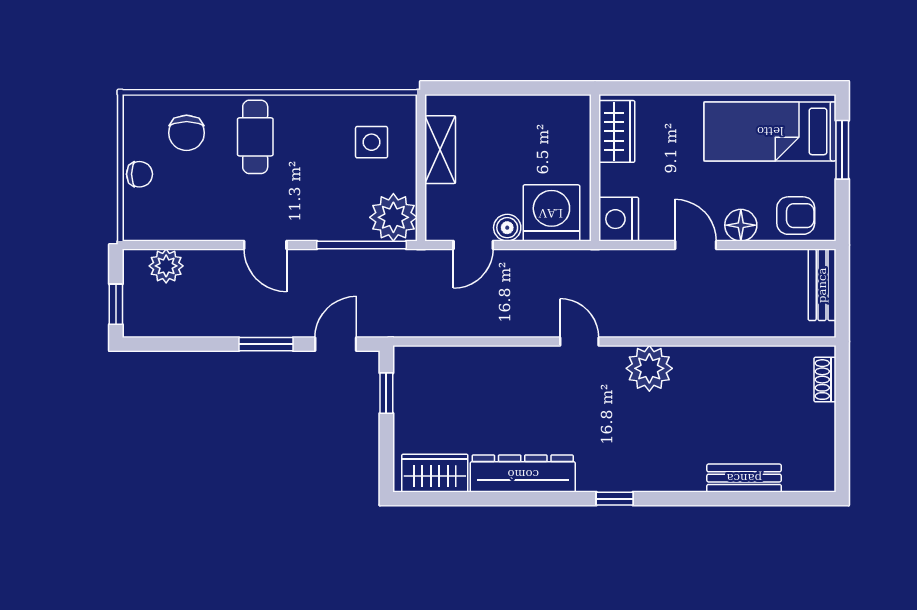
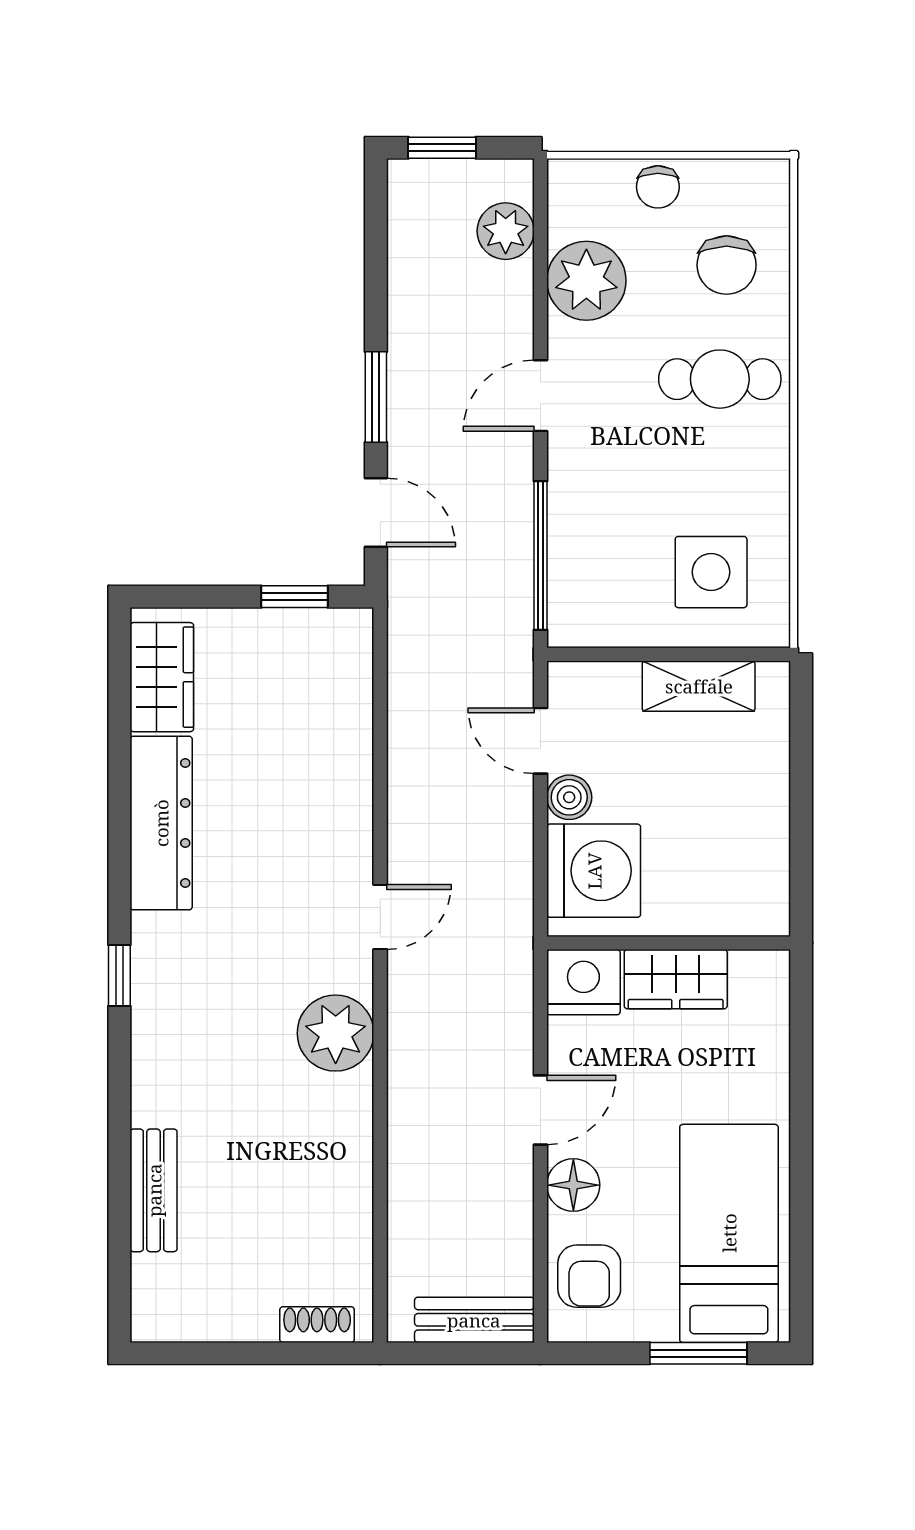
wardrobe: (617, 131) -> (676, 979), moved
chair: (187, 133) -> (727, 265), turned -90
side table: (372, 142) -> (711, 572), width x1.37, depth x1.37
plant: (393, 217) -> (586, 281), moved

